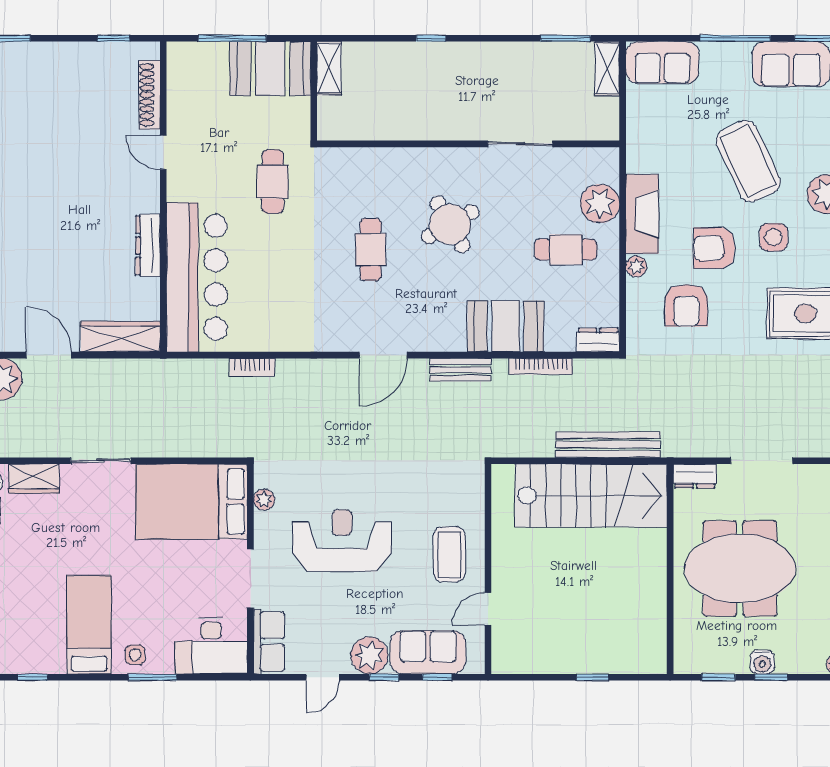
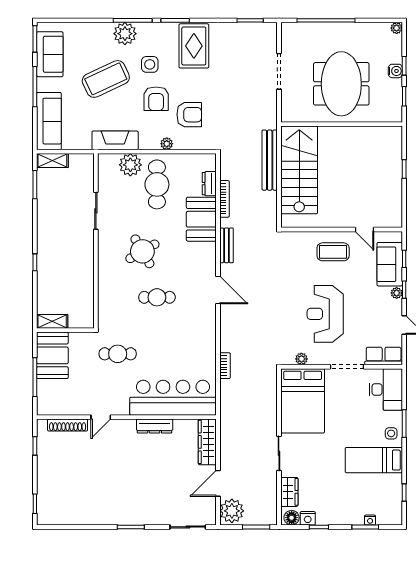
sofa: (662, 63) -> (49, 121), width x1.36
fireplace: (642, 214) -> (115, 140), moved
cafe table: (566, 250) -> (157, 184), width x1.37, depth x1.35
dresser: (598, 340) -> (209, 184), moved
dresser: (695, 476) -> (288, 110), removed
plant: (369, 655) -> (397, 293), width x0.53, depth x0.53

